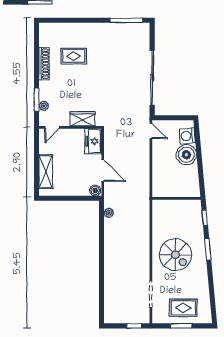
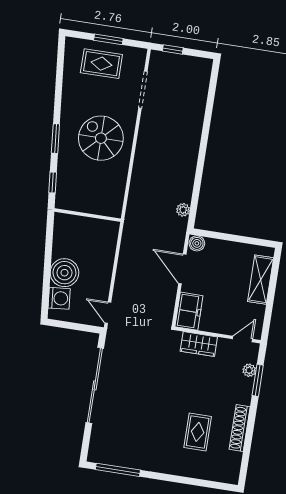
rug: (74, 56) -> (198, 432), turned 90

